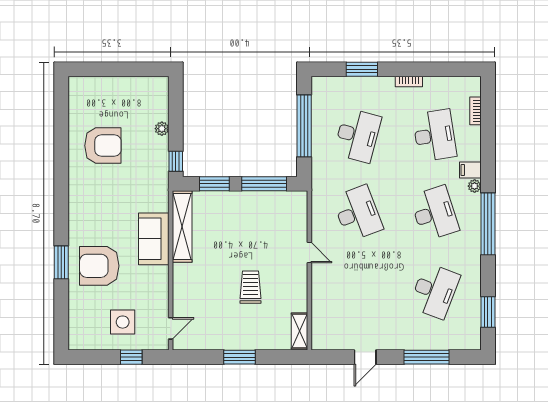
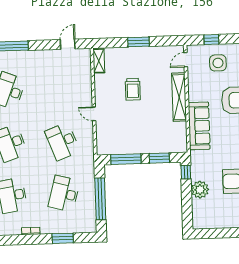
plant: (162, 129) -> (200, 190), width x1.88, depth x1.88
shelving: (182, 226) -> (179, 97), moved
sofa: (154, 239) -> (199, 126), width x1.36
door: (365, 357) -> (68, 44), moved

